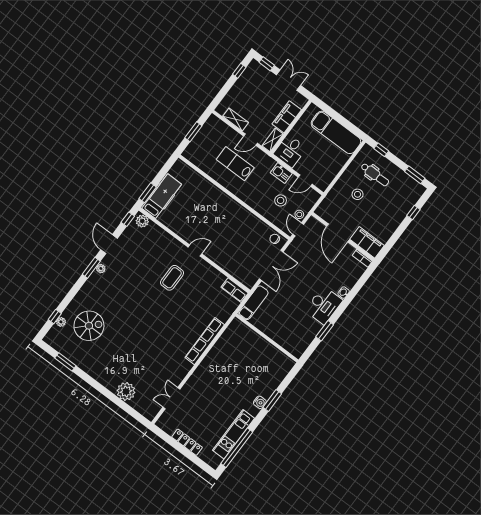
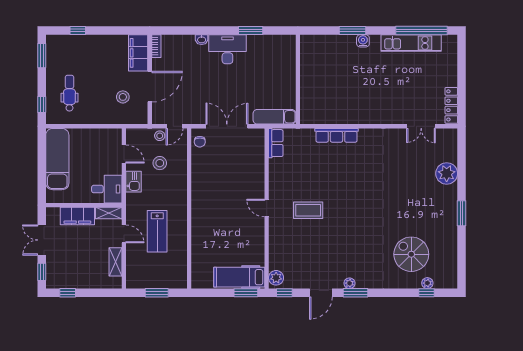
stool: (358, 194) -> (123, 97), moved
row of seats: (205, 341) -> (336, 135), width x0.73
window: (65, 362) -> (462, 213), moved
locker: (187, 442) -> (451, 105), moved

